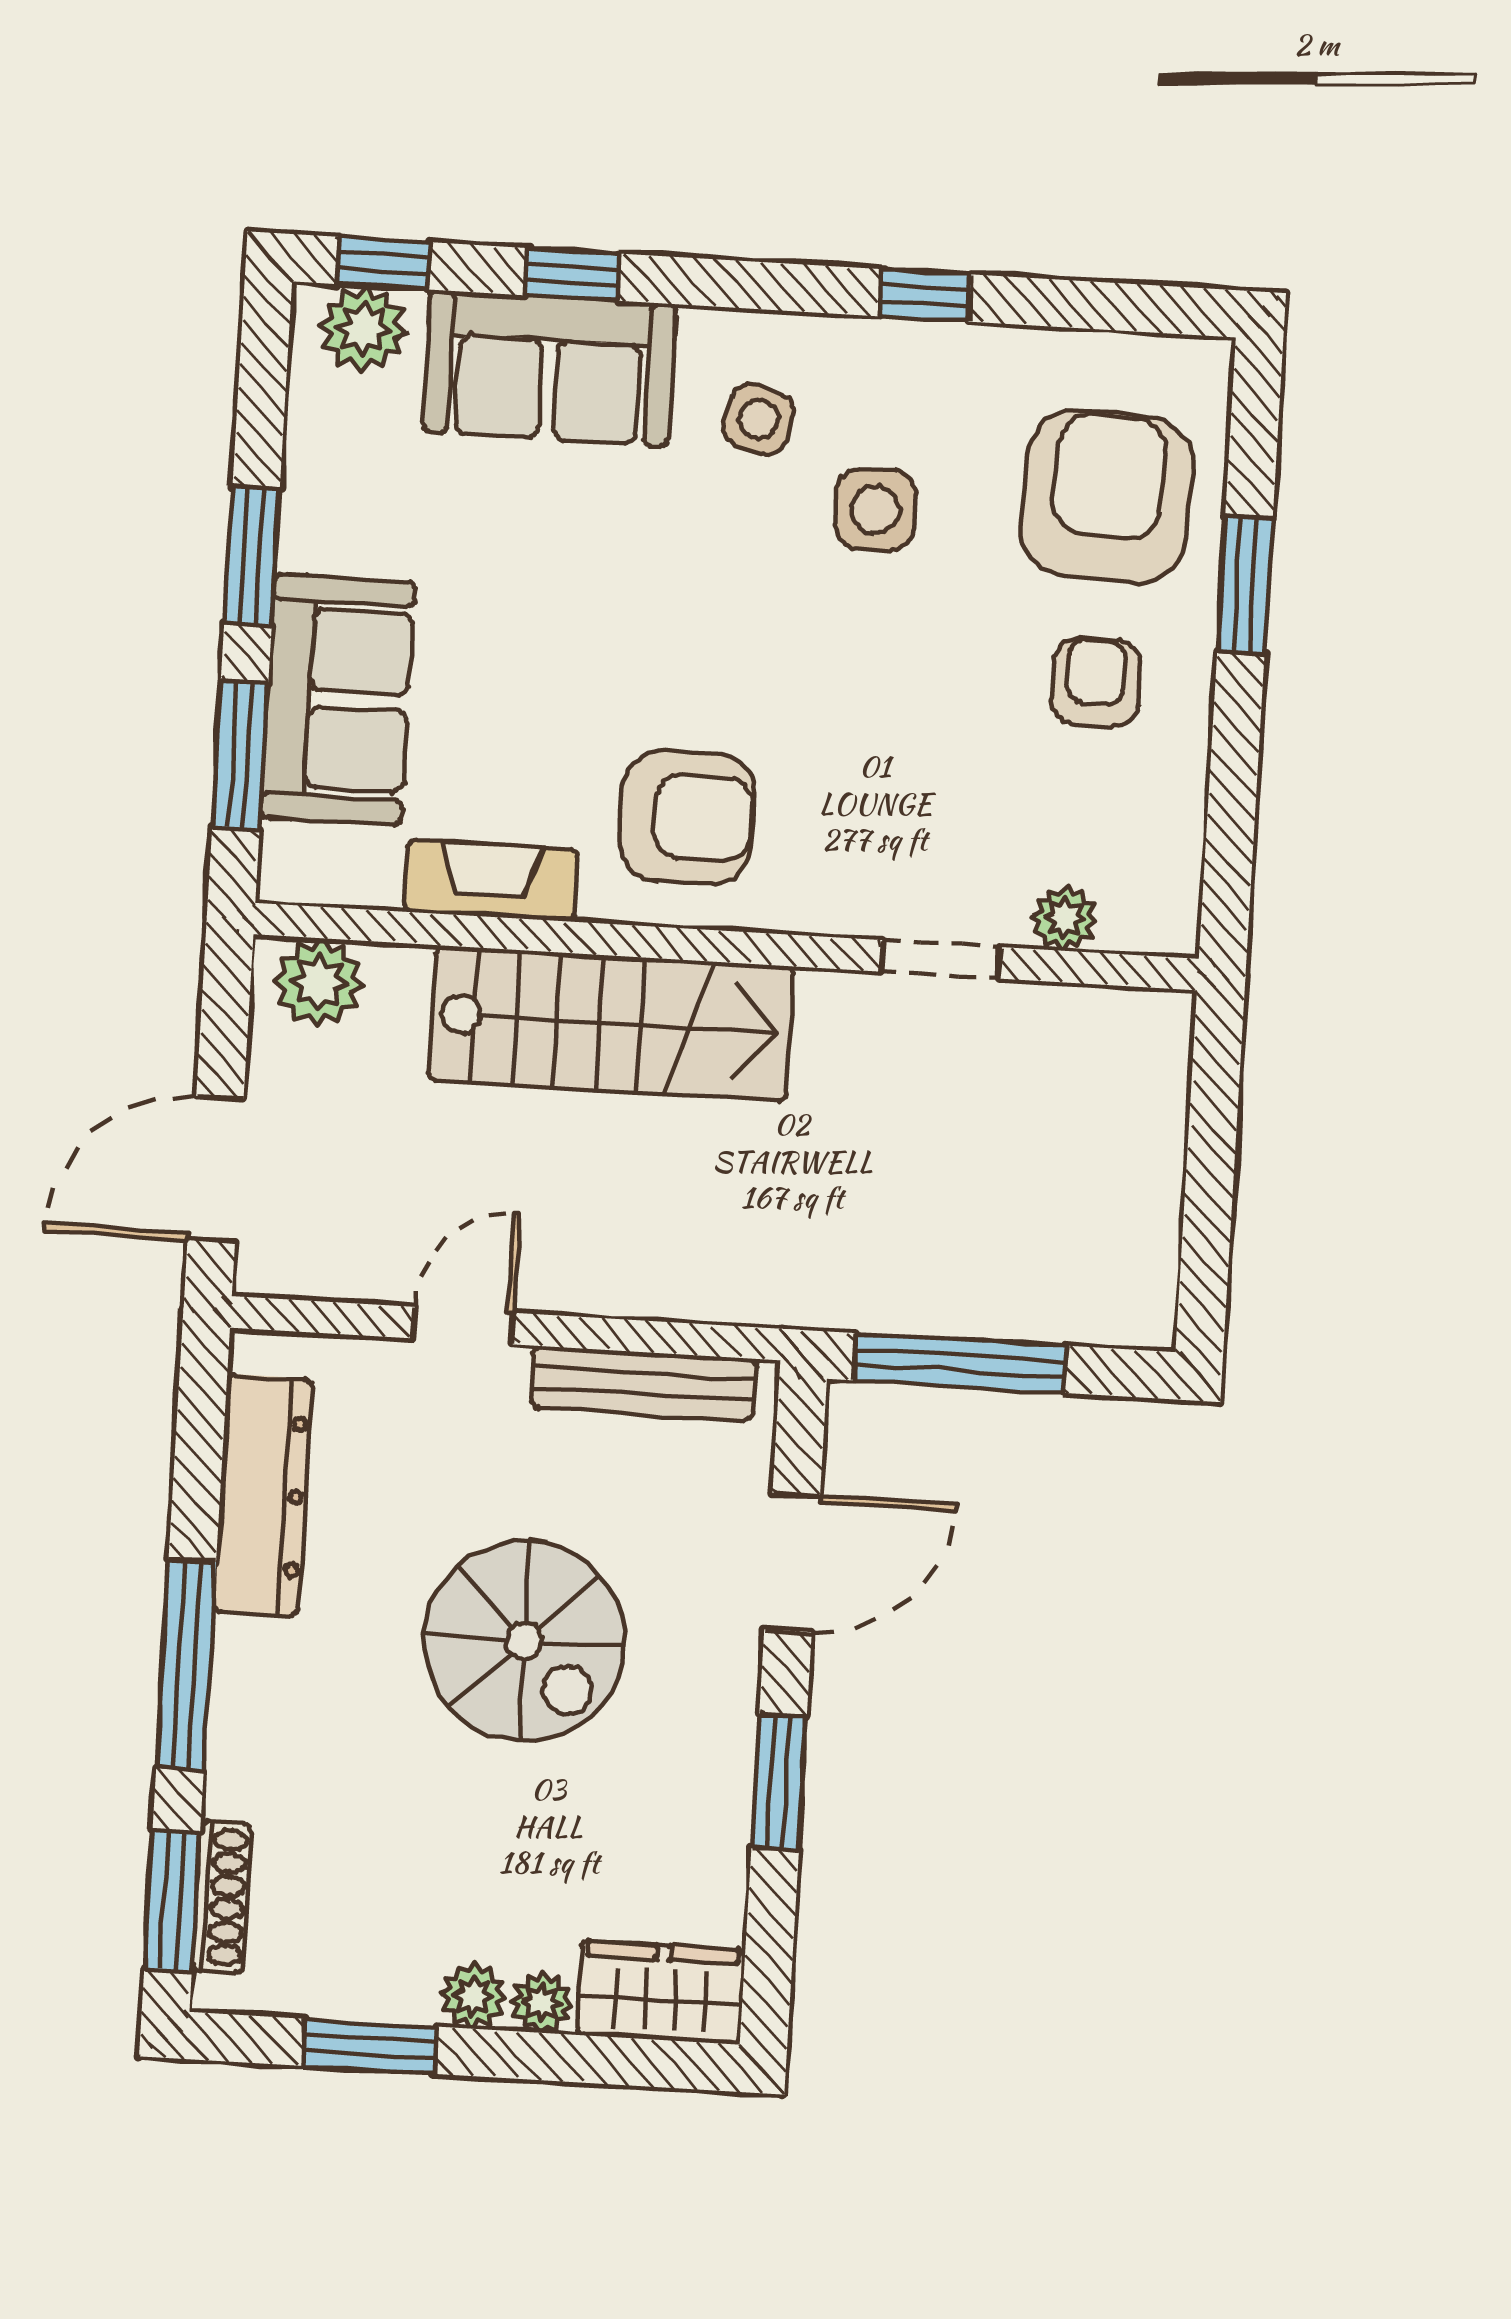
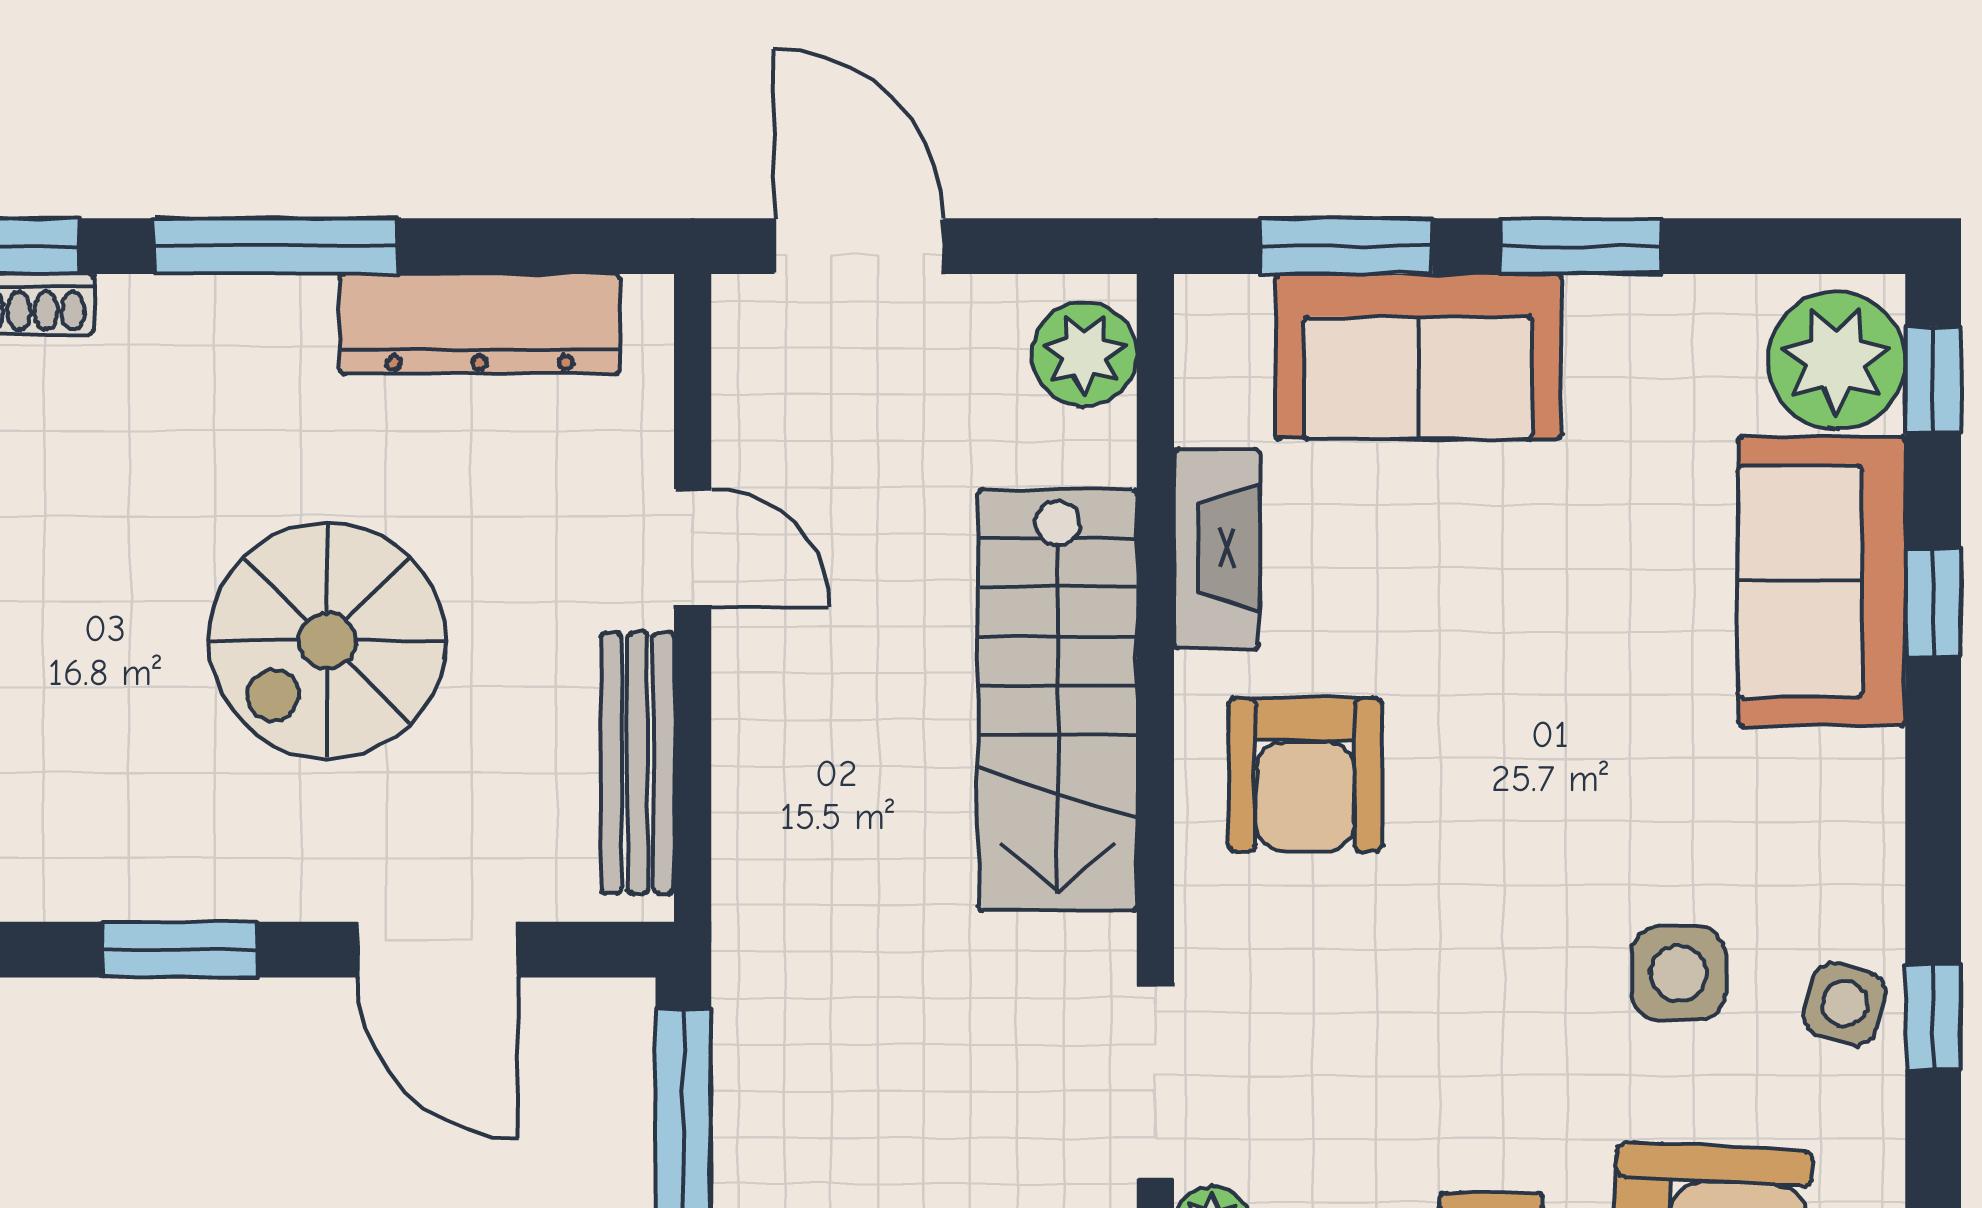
plant: (363, 329) -> (1836, 360), width x1.36, depth x1.36
side table: (759, 419) -> (1845, 1004), moved
doorway: (941, 959) -> (1155, 1082), width x1.38

